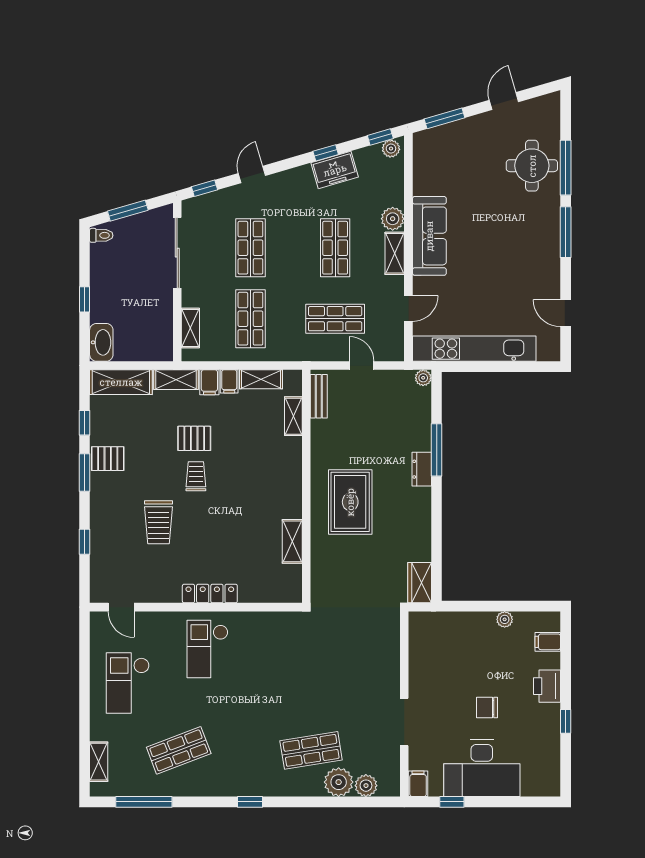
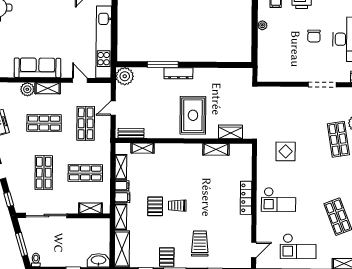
shop shelf: (250, 248) -> (44, 173), turned 90
plant: (423, 378) -> (125, 76), width x1.88, depth x1.88
dresser: (422, 469) -> (178, 73), width x1.44
rug: (350, 502) -> (193, 115), turned 90
trolley: (158, 522) -> (200, 243), moved, turned -90
wardrobe: (420, 583) -> (231, 132), moved, turned 180
display table: (290, 660) -> (286, 151), added

